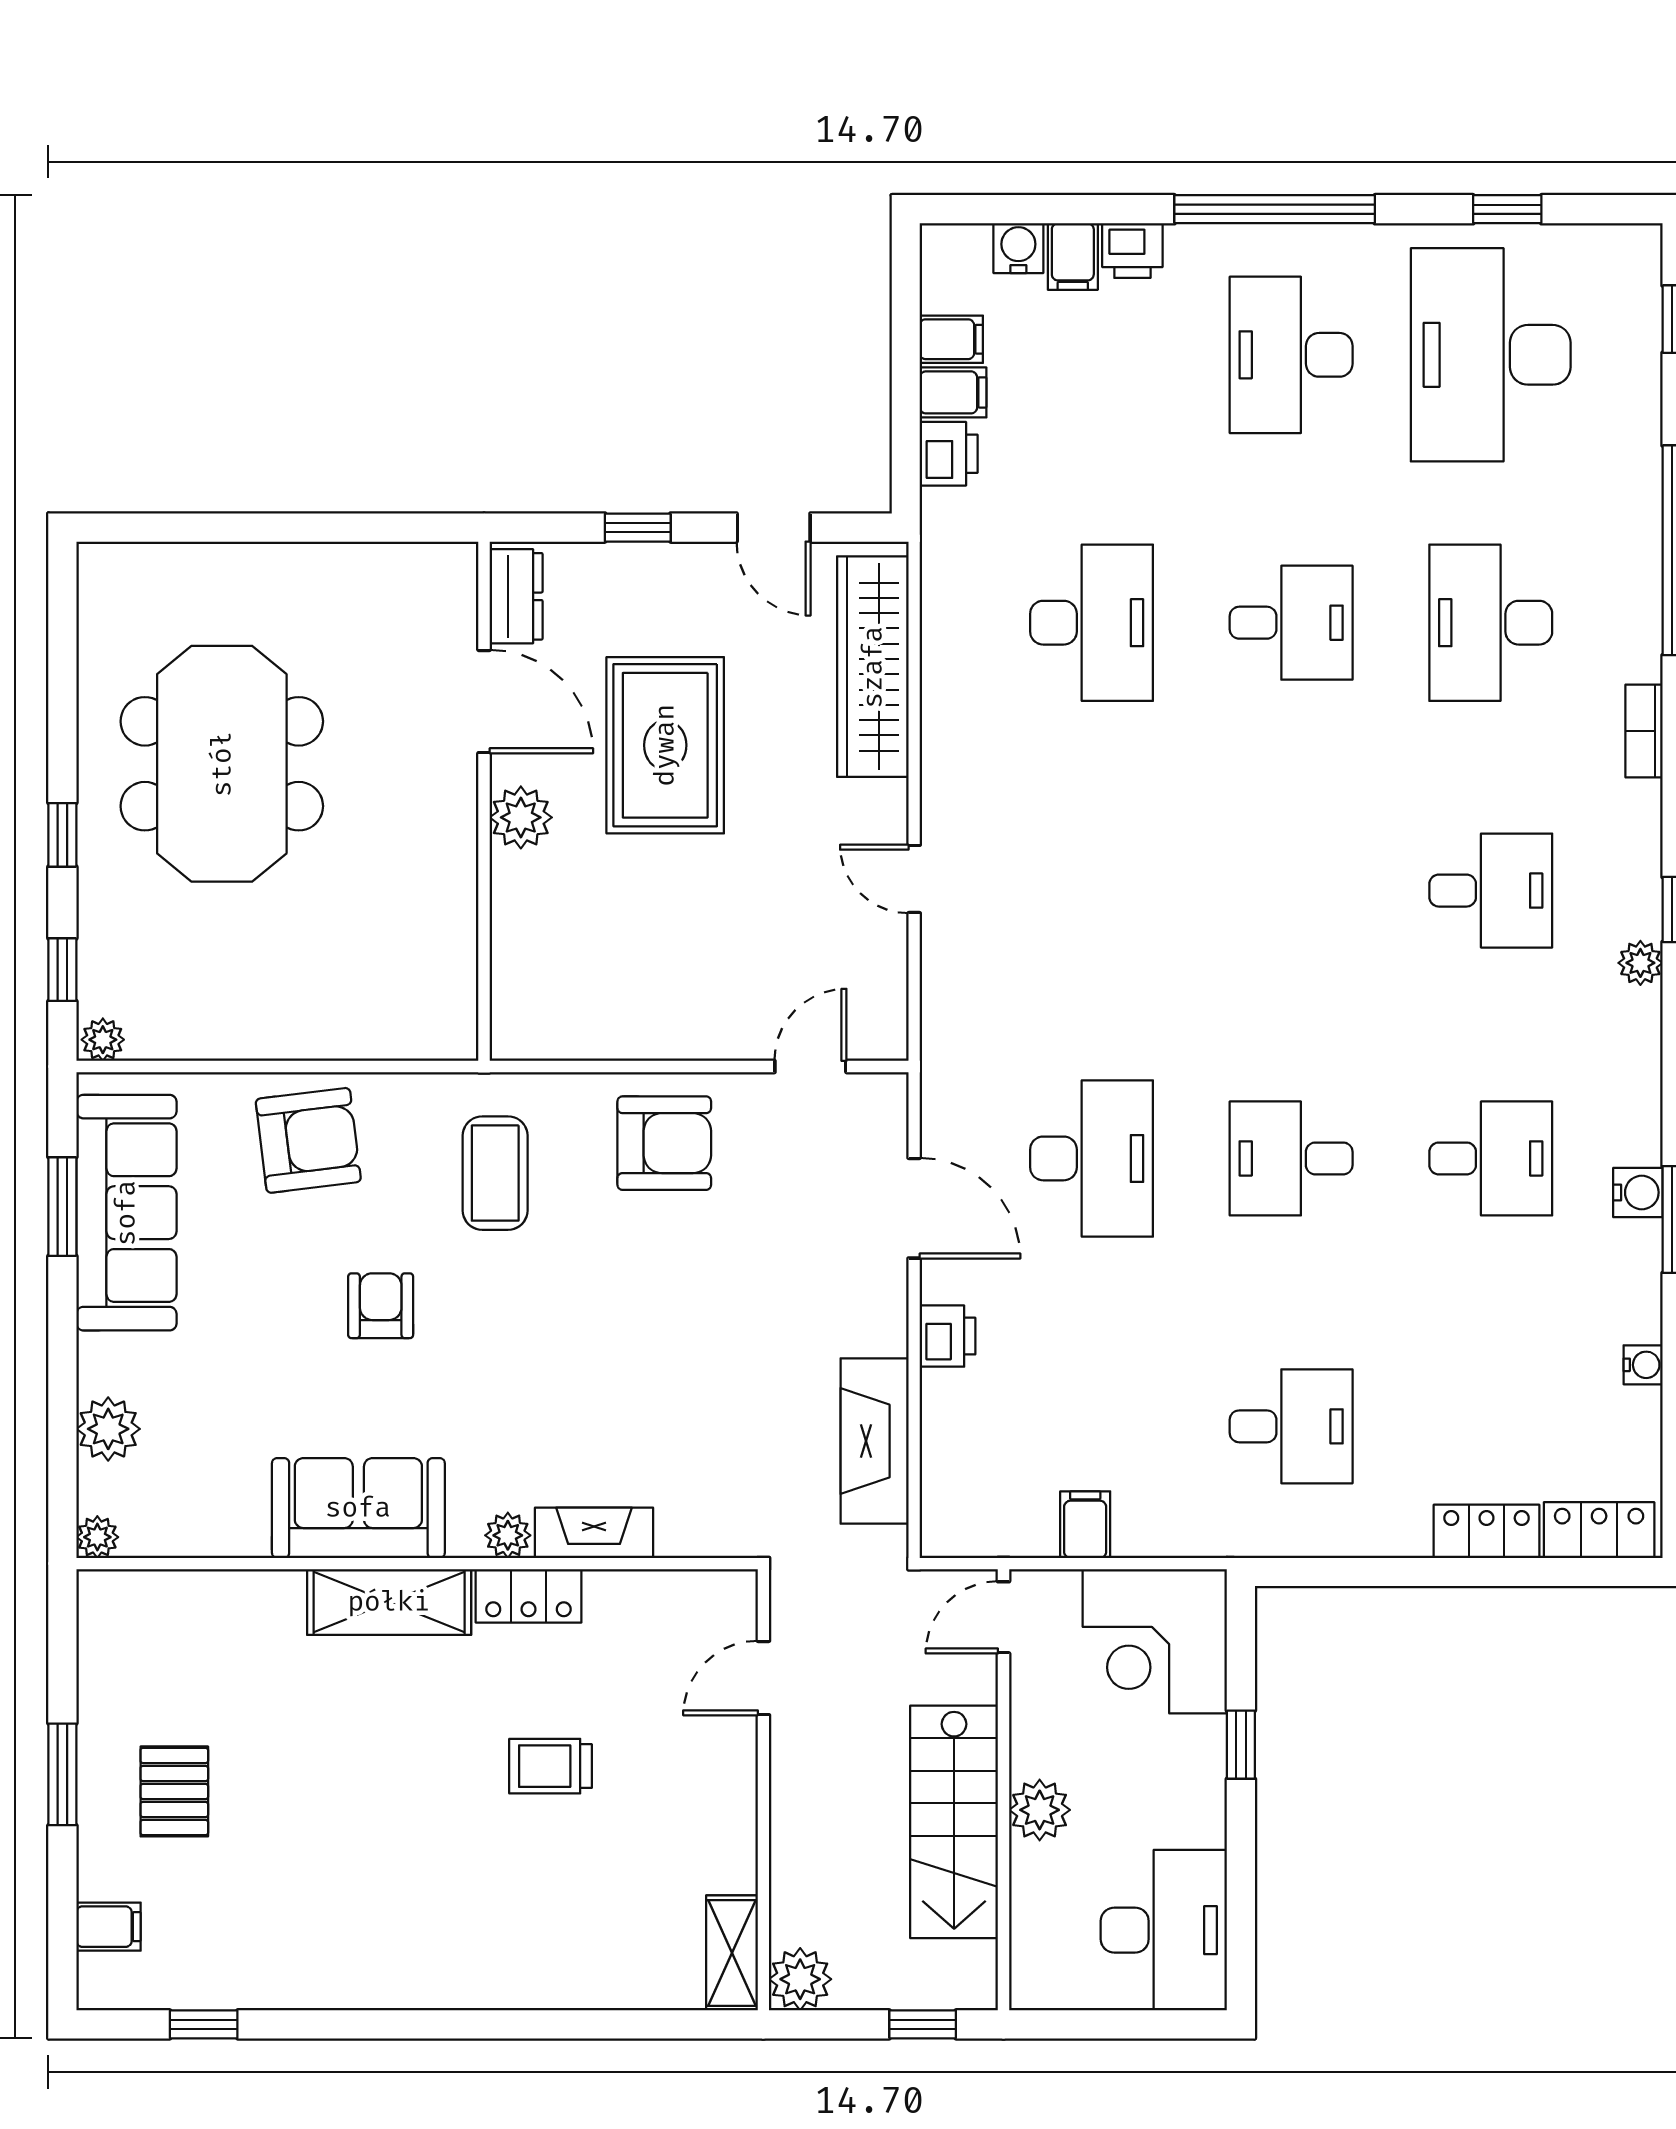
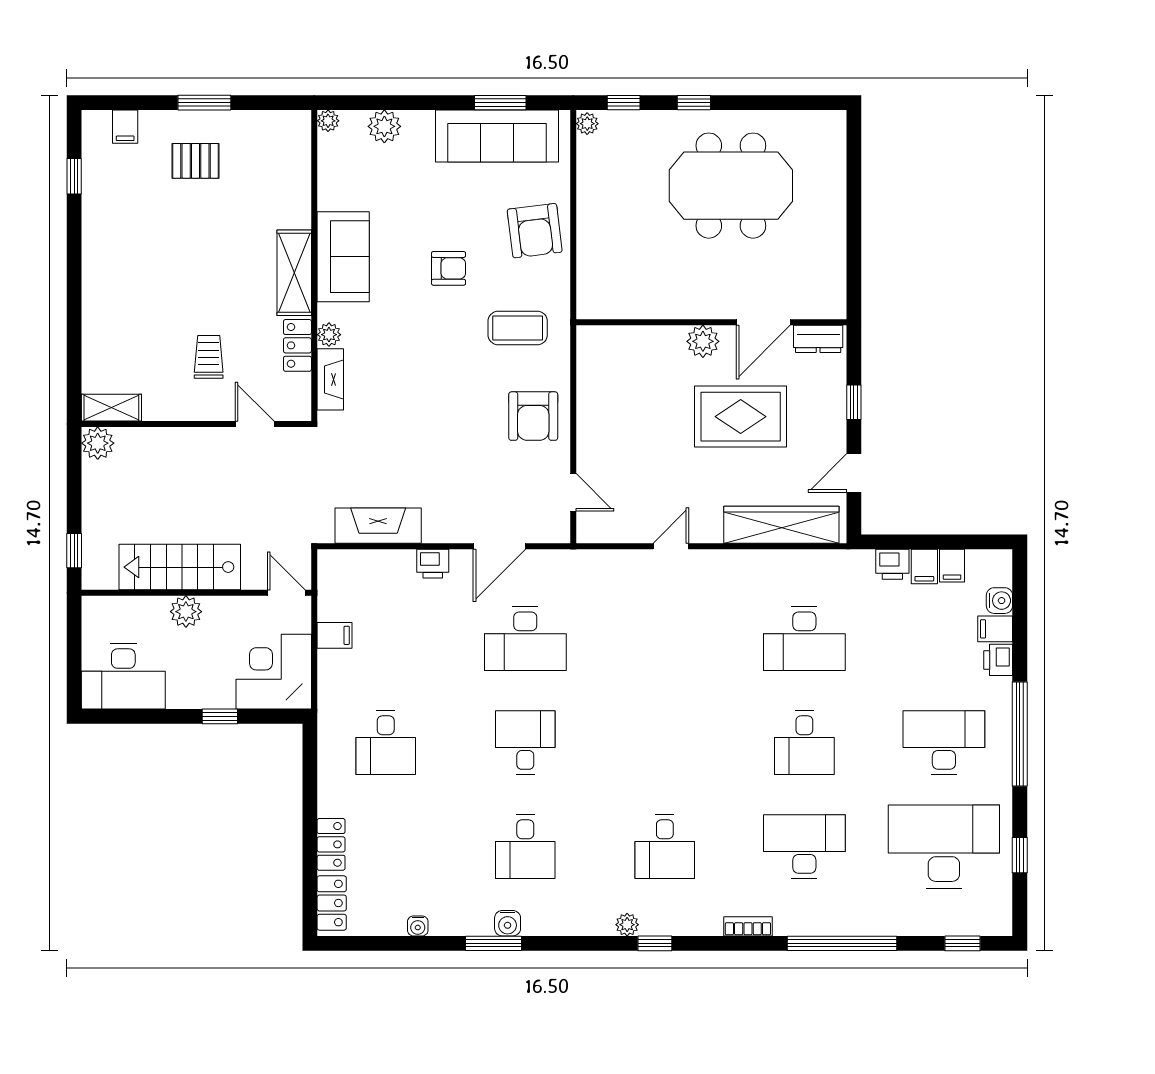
door: (763, 1678) -> (255, 424), moved
wall: (763, 1790) -> (196, 424), moved
shelving: (732, 1953) -> (111, 408), moved
plant: (800, 1979) -> (98, 443), moved

